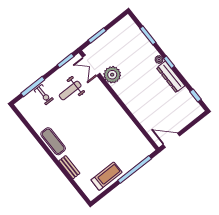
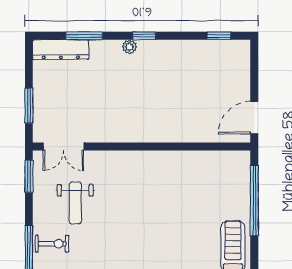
plant: (112, 75) -> (99, 128), removed
dresser: (171, 77) -> (61, 50), moved

